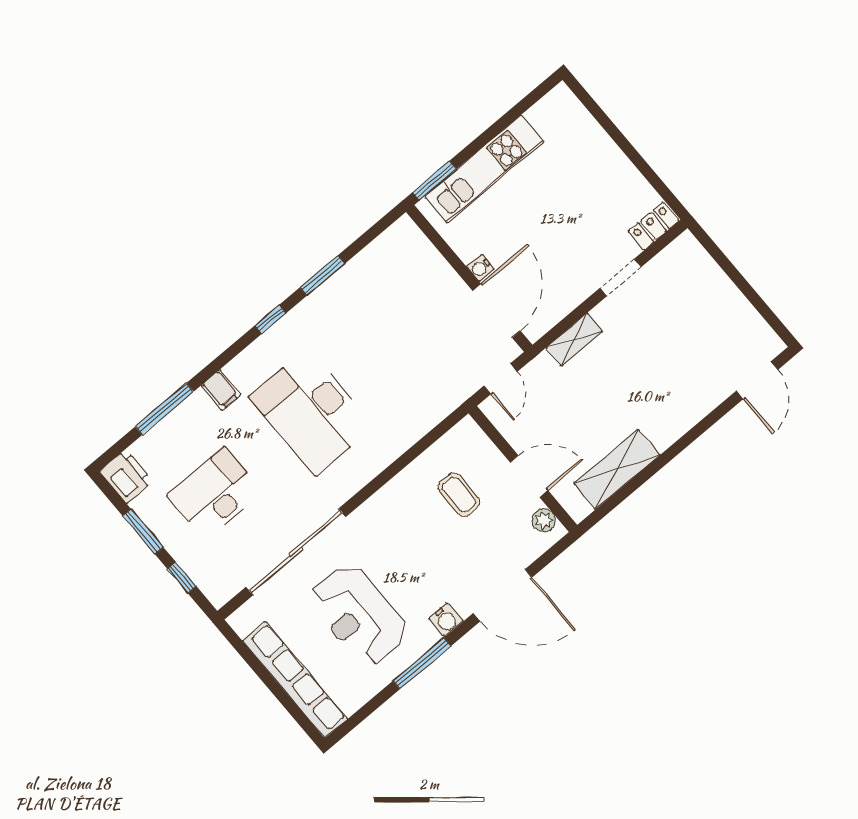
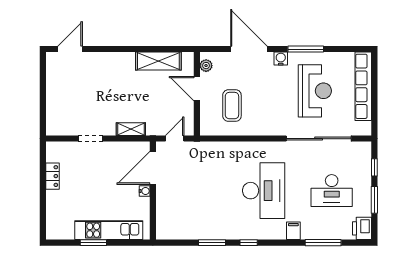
window: (435, 181) -> (93, 243), moved
locker: (654, 226) -> (52, 176), moved, turned -90
coffee table: (459, 495) -> (232, 106), width x1.36, depth x1.30

